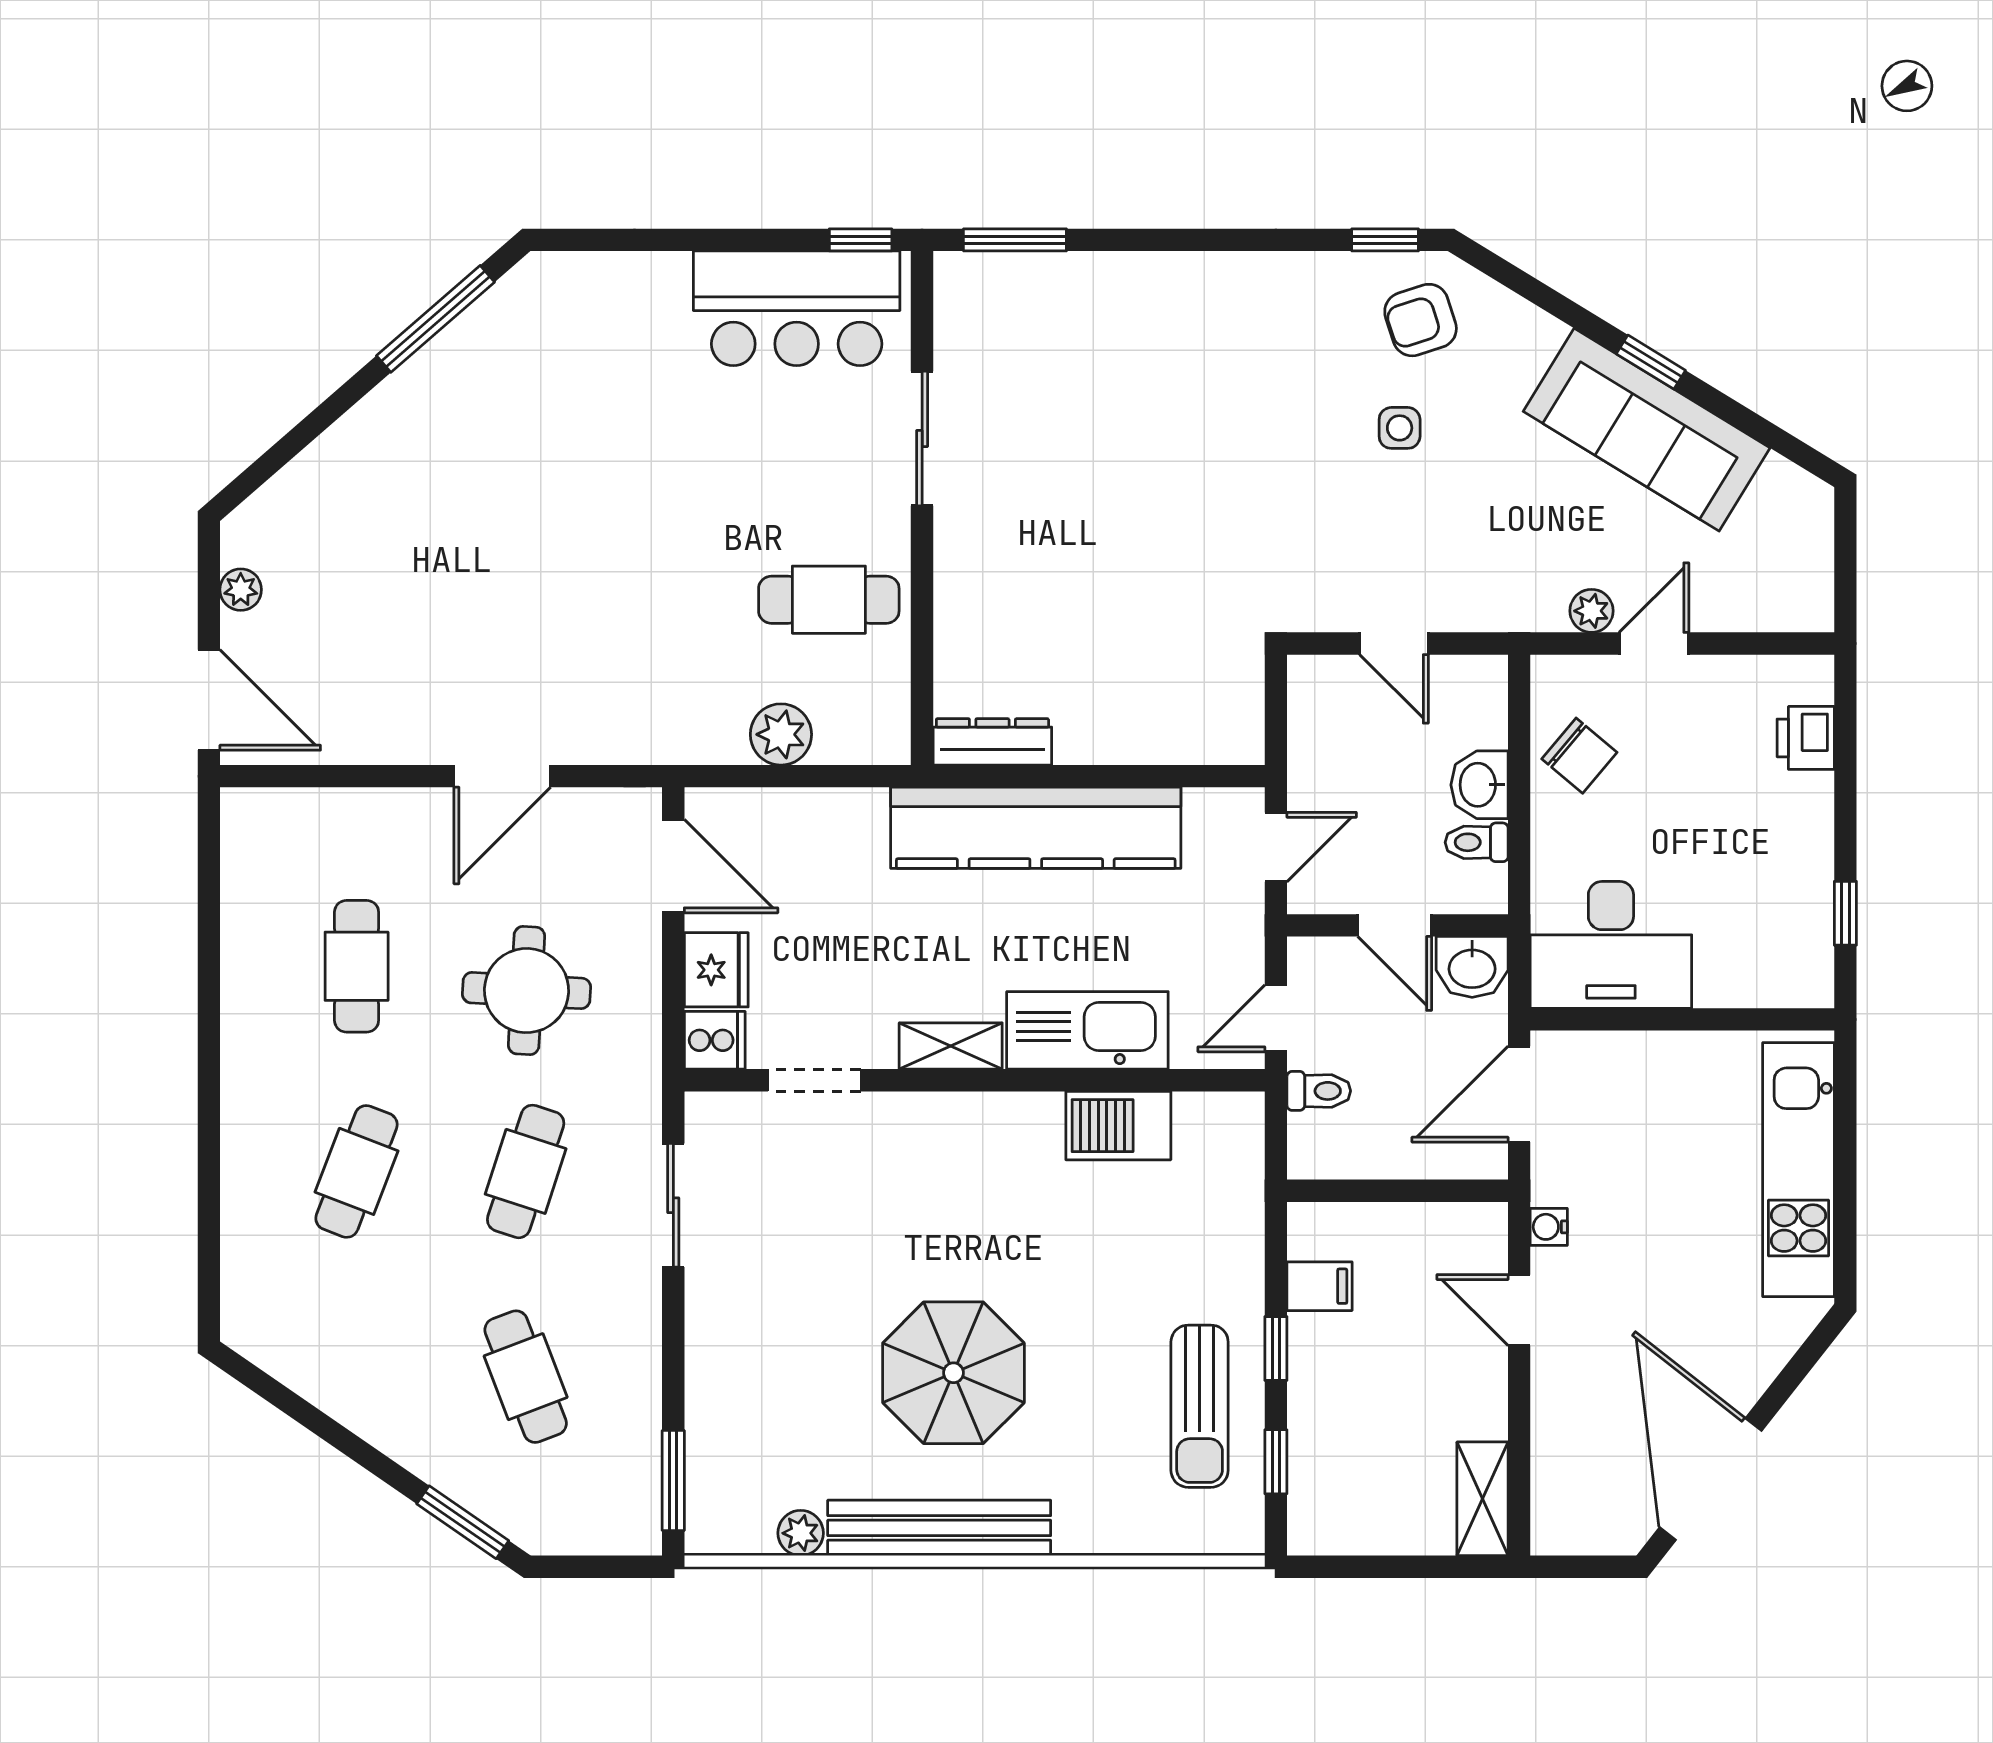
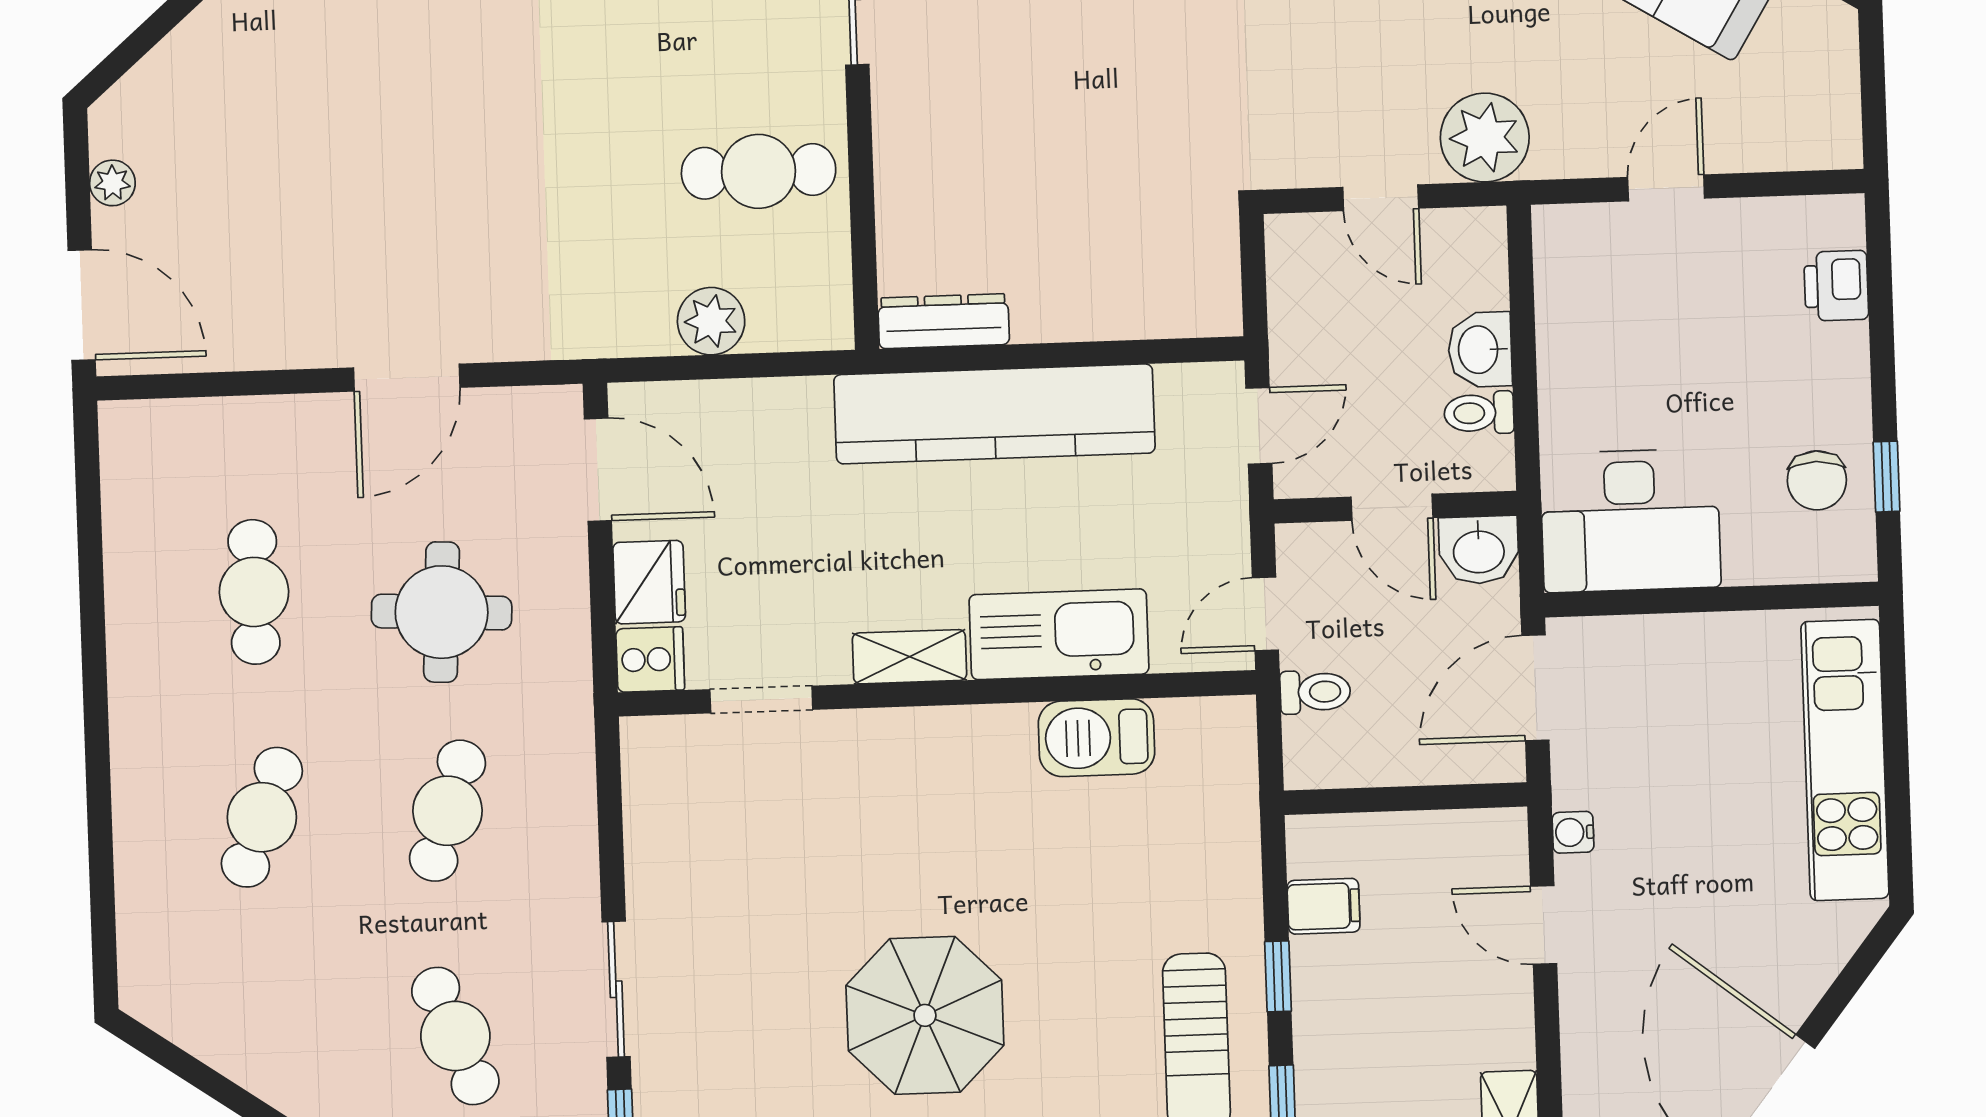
plant: (1591, 611) -> (1485, 138), moved, width x1.88, depth x1.88
chair: (1579, 756) -> (1817, 480), moved, turned 50
sliding door: (673, 1205) -> (616, 989), moved

